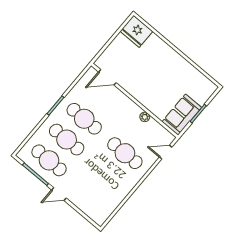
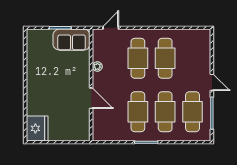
door: (107, 77) -> (91, 98), moved
door: (166, 152) -> (111, 28), swing flipped
cafe table: (107, 174) -> (165, 58), added

